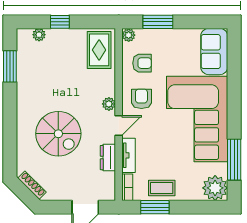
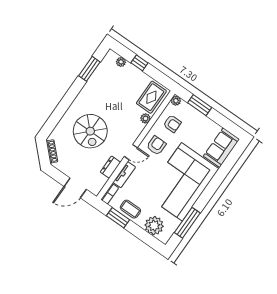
plant: (109, 104) -> (145, 118), moved
plant: (215, 188) -> (154, 226), moved

